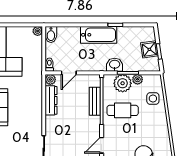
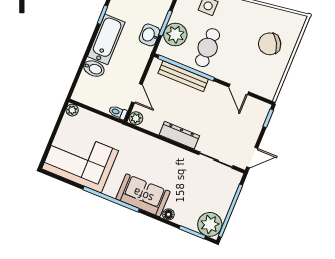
bidet: (51, 34) -> (94, 69), moved
plant: (138, 79) -> (178, 15), removed
dresser: (51, 100) -> (179, 135), moved
bench: (95, 101) -> (183, 76), width x1.36

